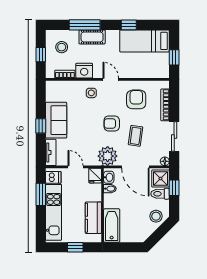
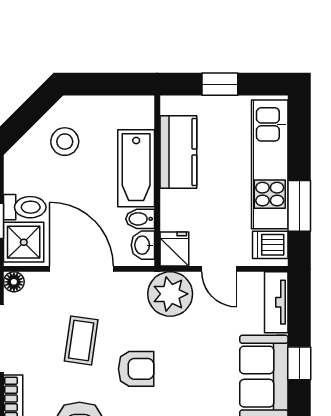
plant: (108, 156) -> (170, 294), moved
stool: (156, 216) -> (65, 142), moved
bathtub: (112, 226) -> (136, 168), moved

